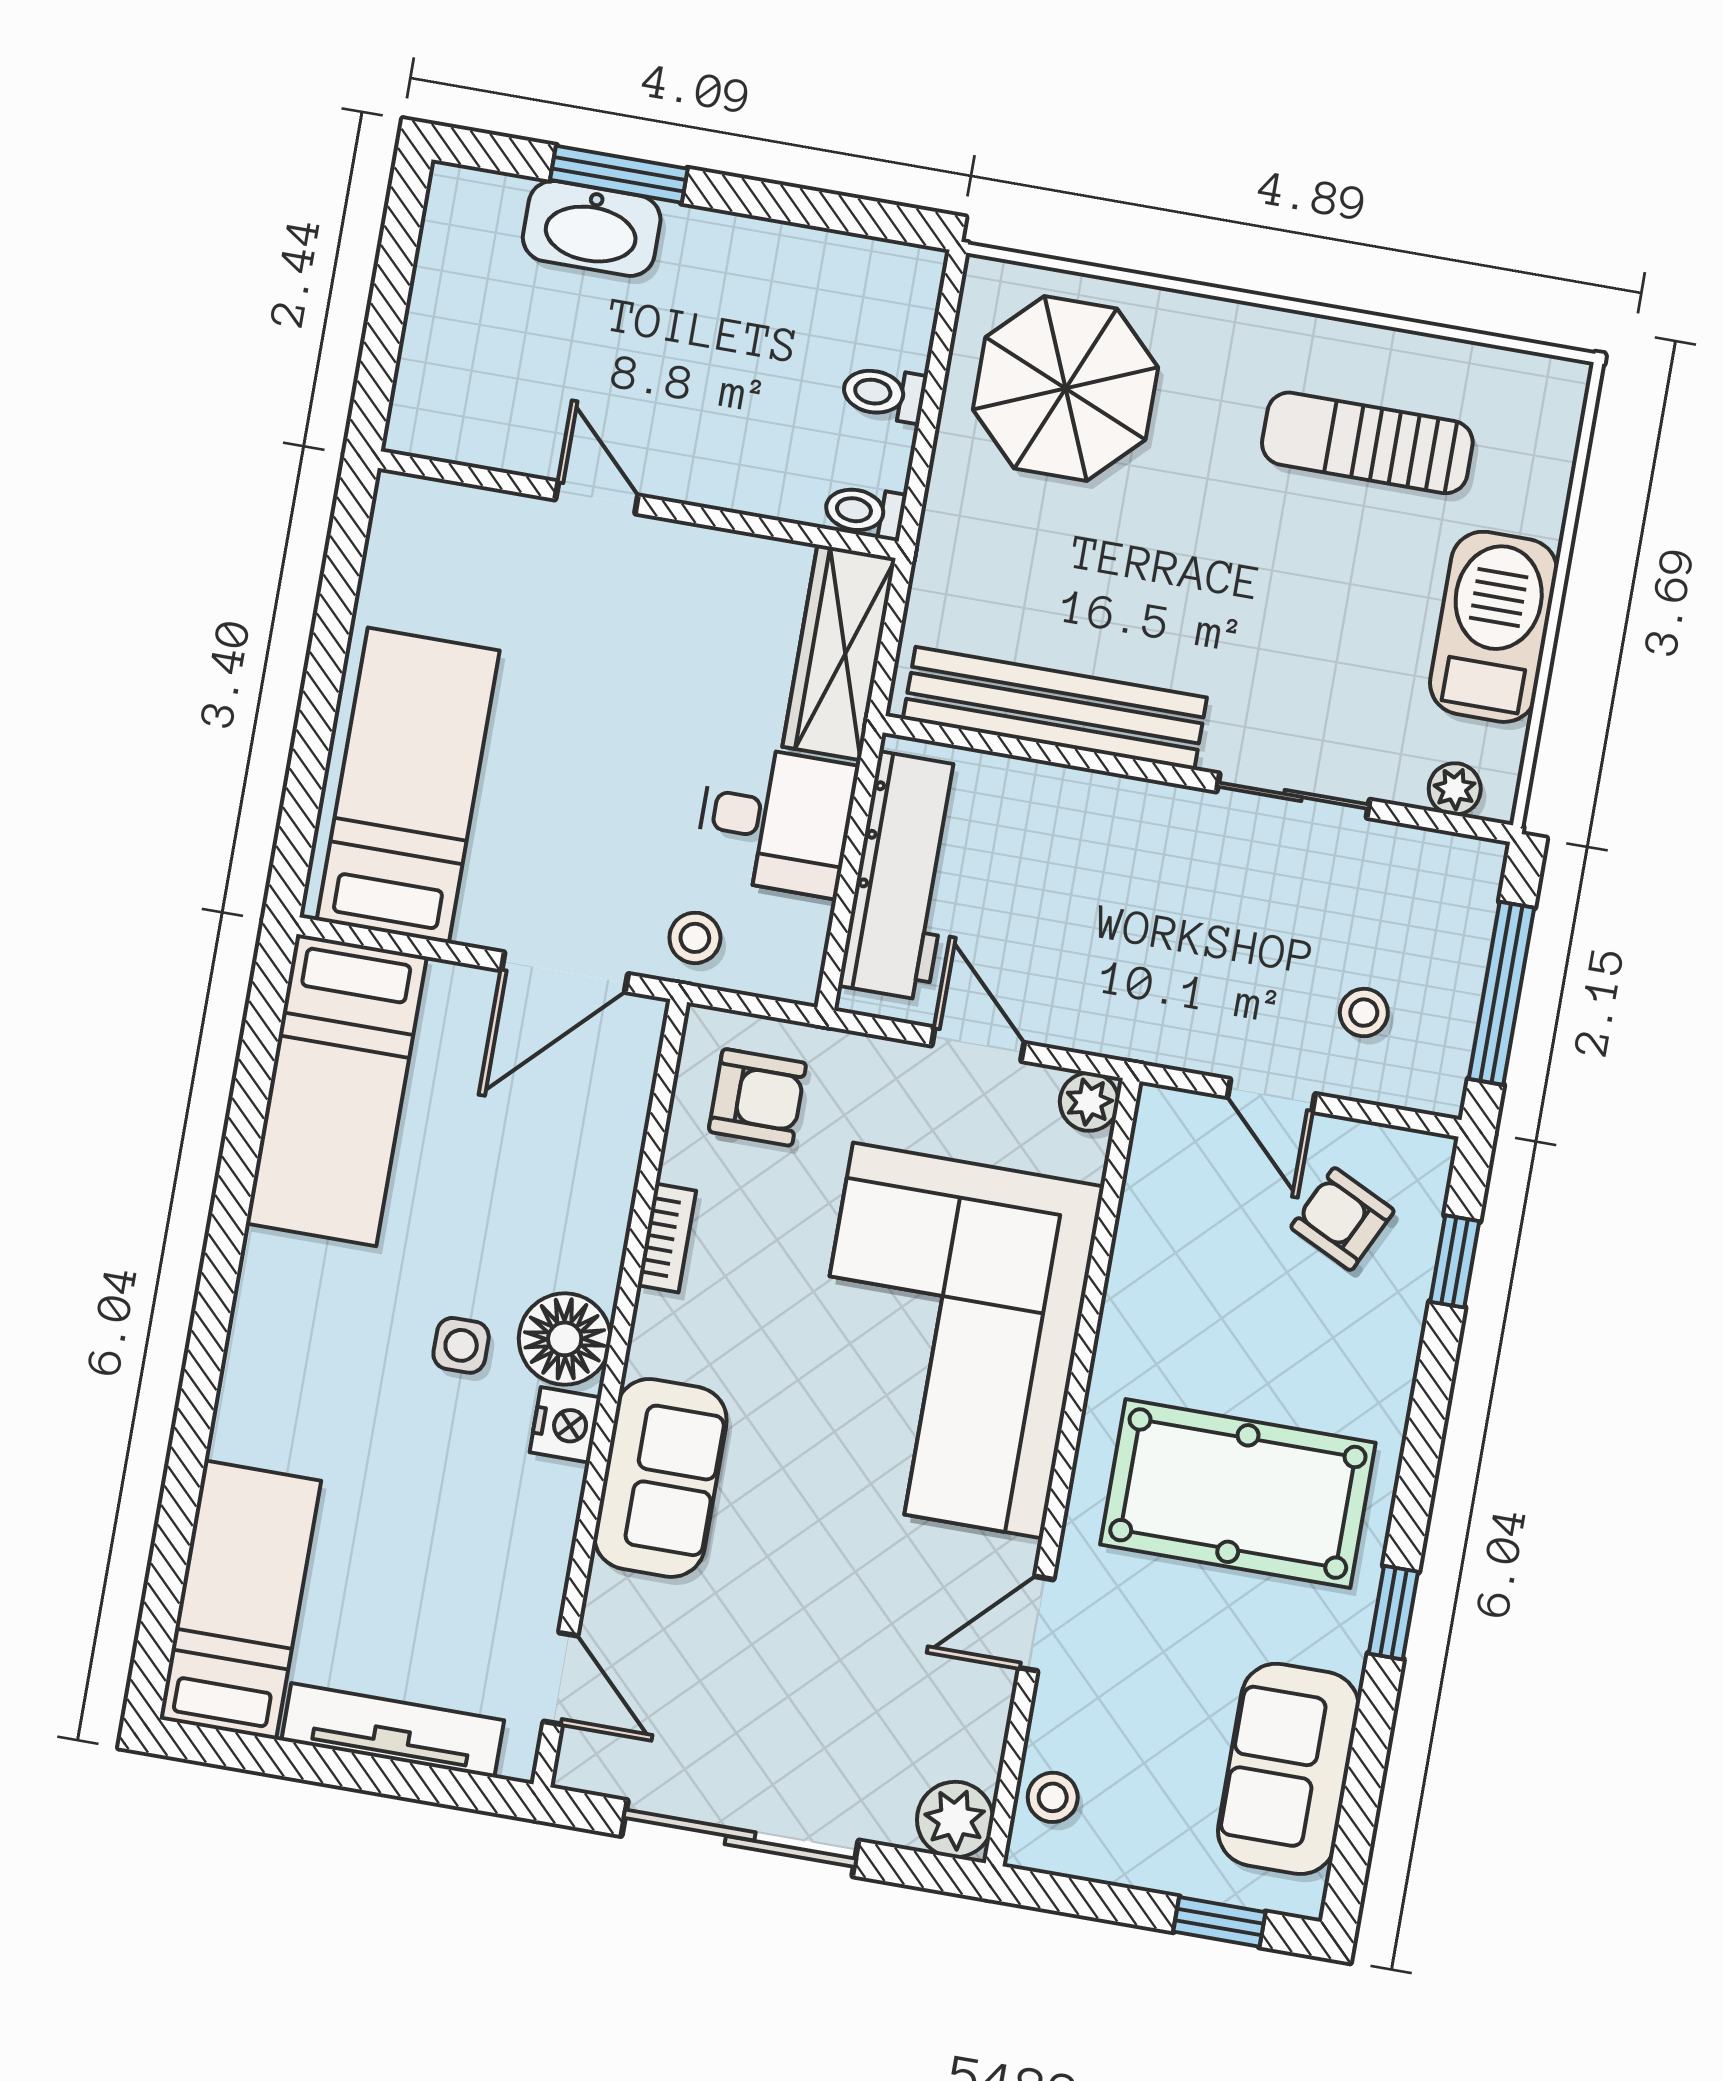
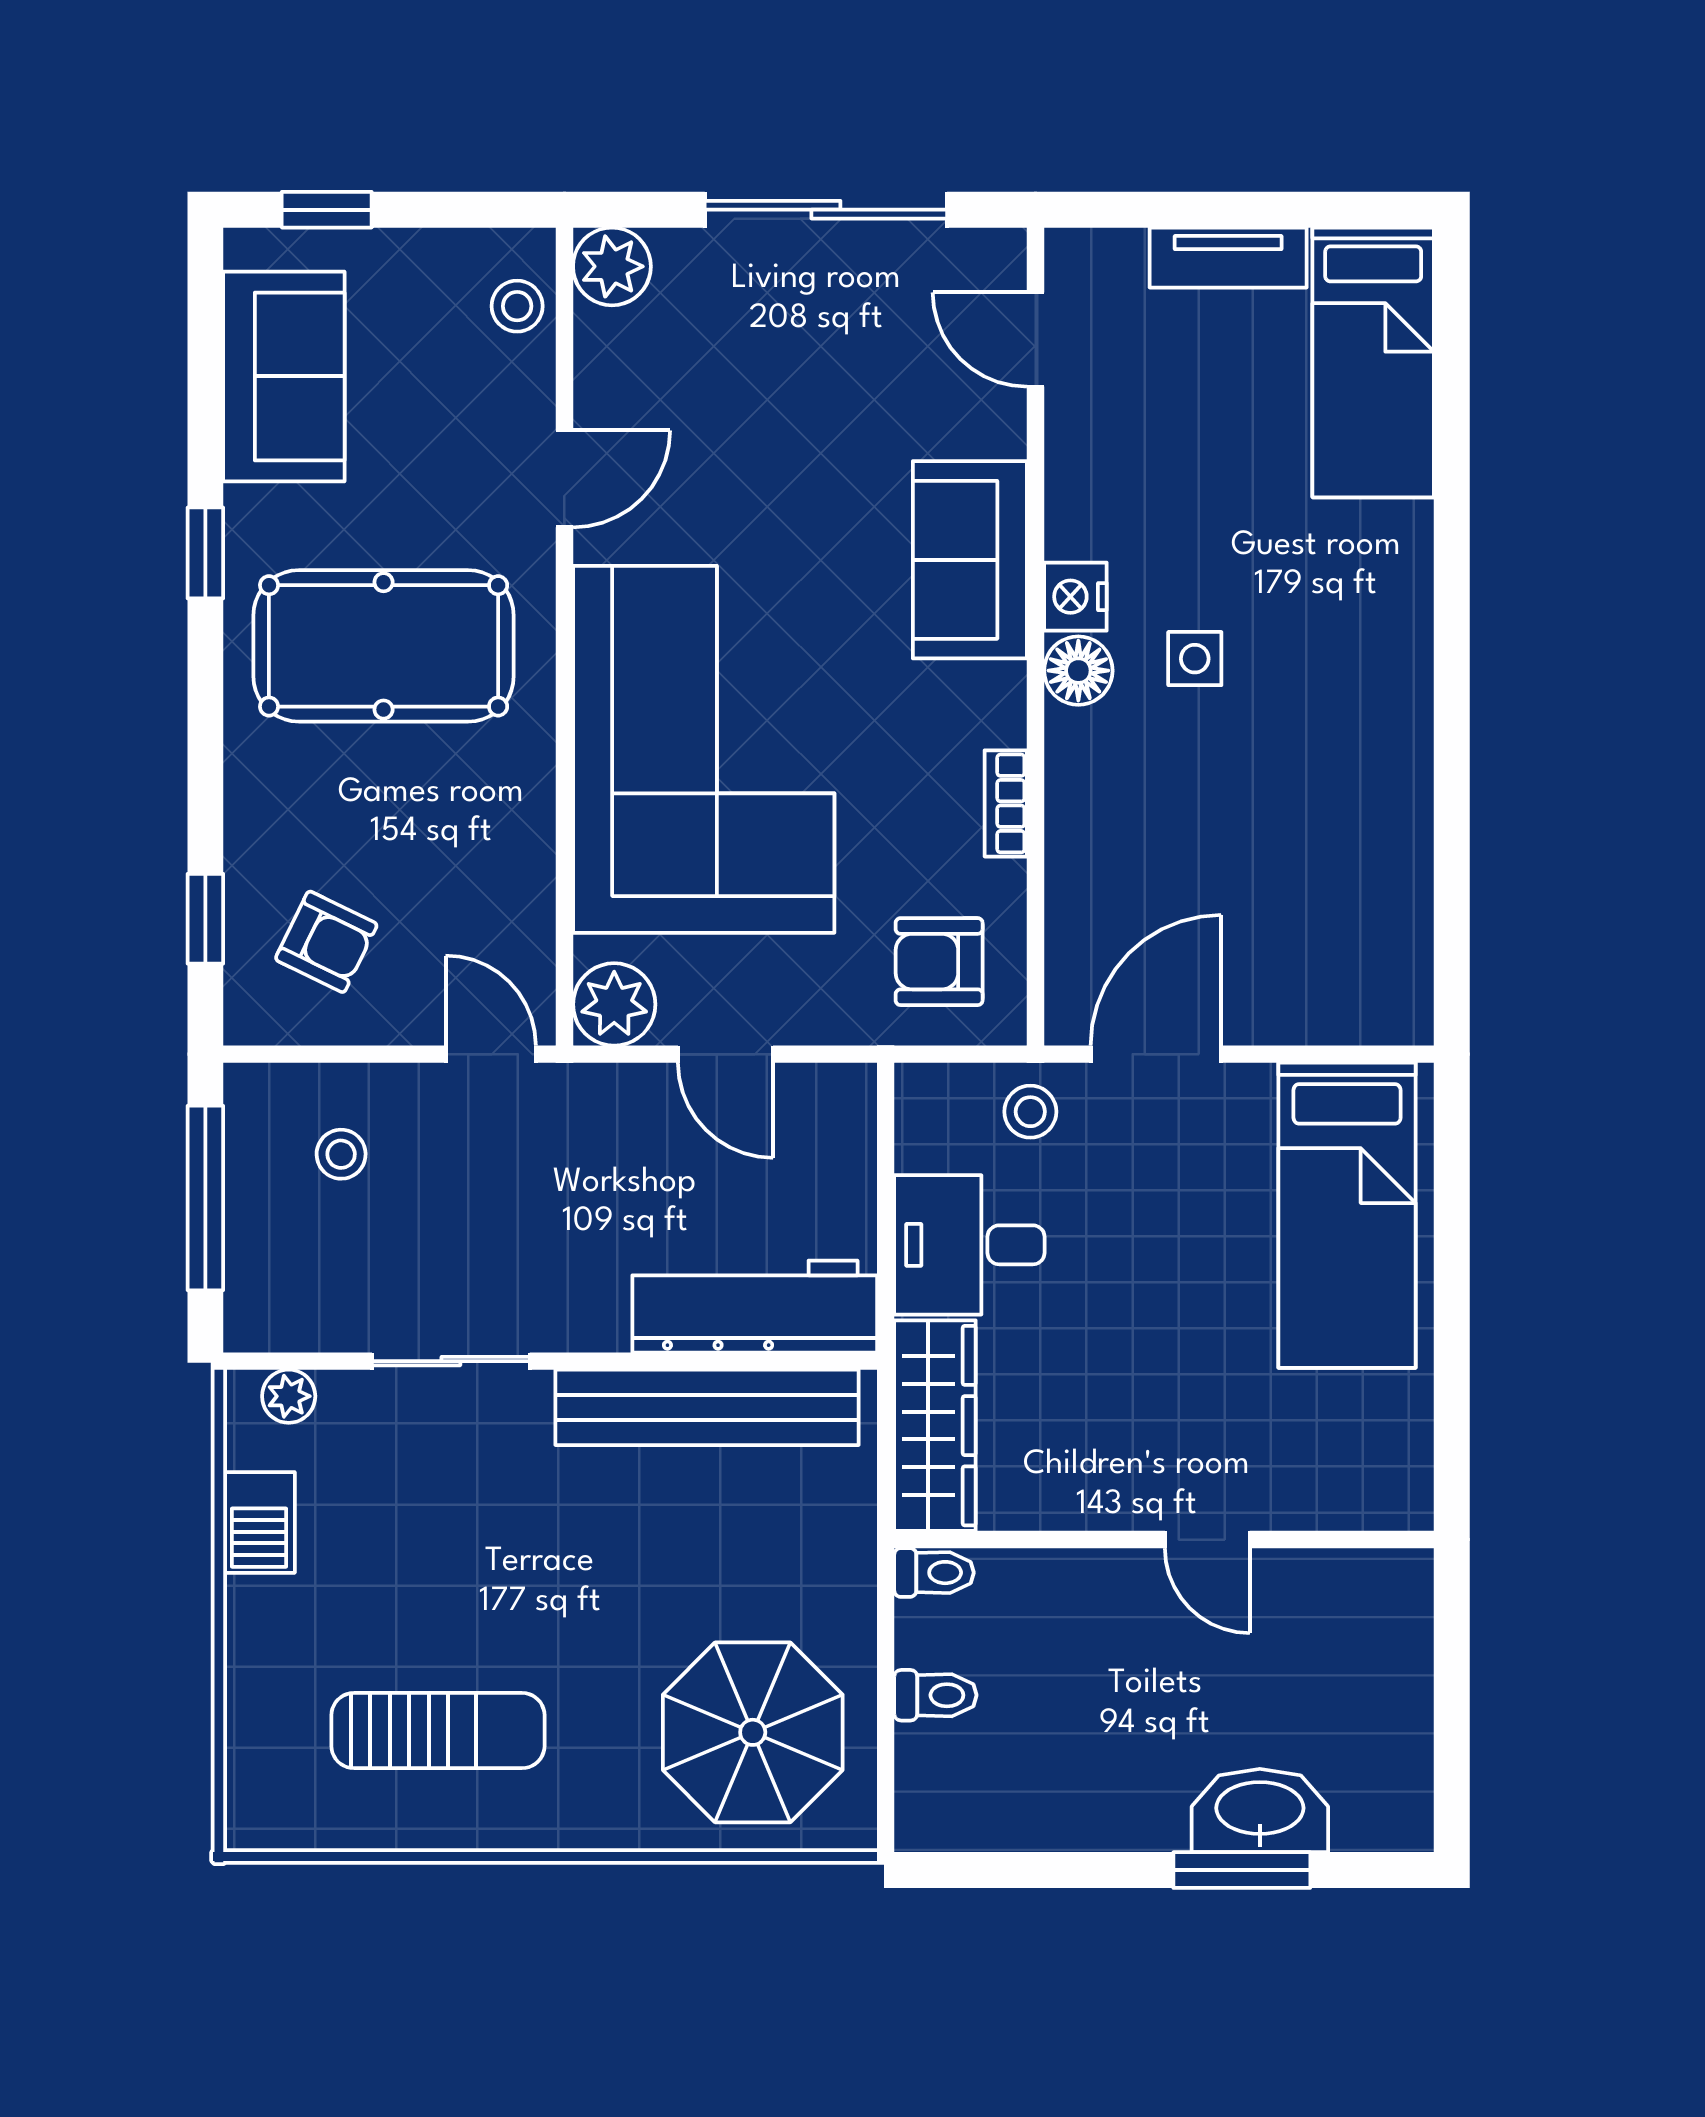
barbecue: (1494, 627) -> (259, 1522), width x0.53, depth x0.65
workbench: (903, 876) -> (755, 1307), moved, turned 90
bed: (336, 1090) -> (1366, 895), removed
door: (1271, 1095) -> (491, 1054), moved
plant: (1089, 1102) -> (614, 1004), width x1.38, depth x1.38
floor lamp: (565, 1339) -> (1078, 671), width x0.73, depth x0.73
tv unit: (393, 1730) -> (1228, 258), width x0.71

